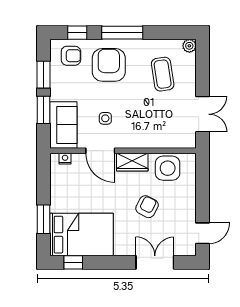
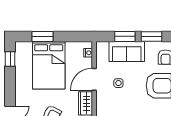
sofa: (63, 125) -> (127, 51), moved
bed: (82, 235) -> (49, 65), moved

